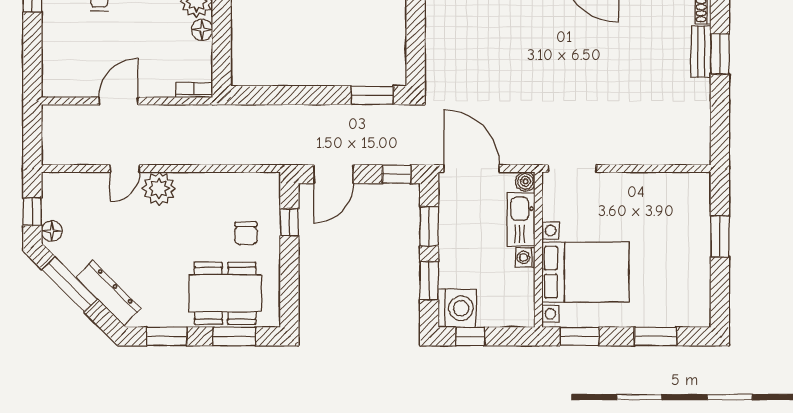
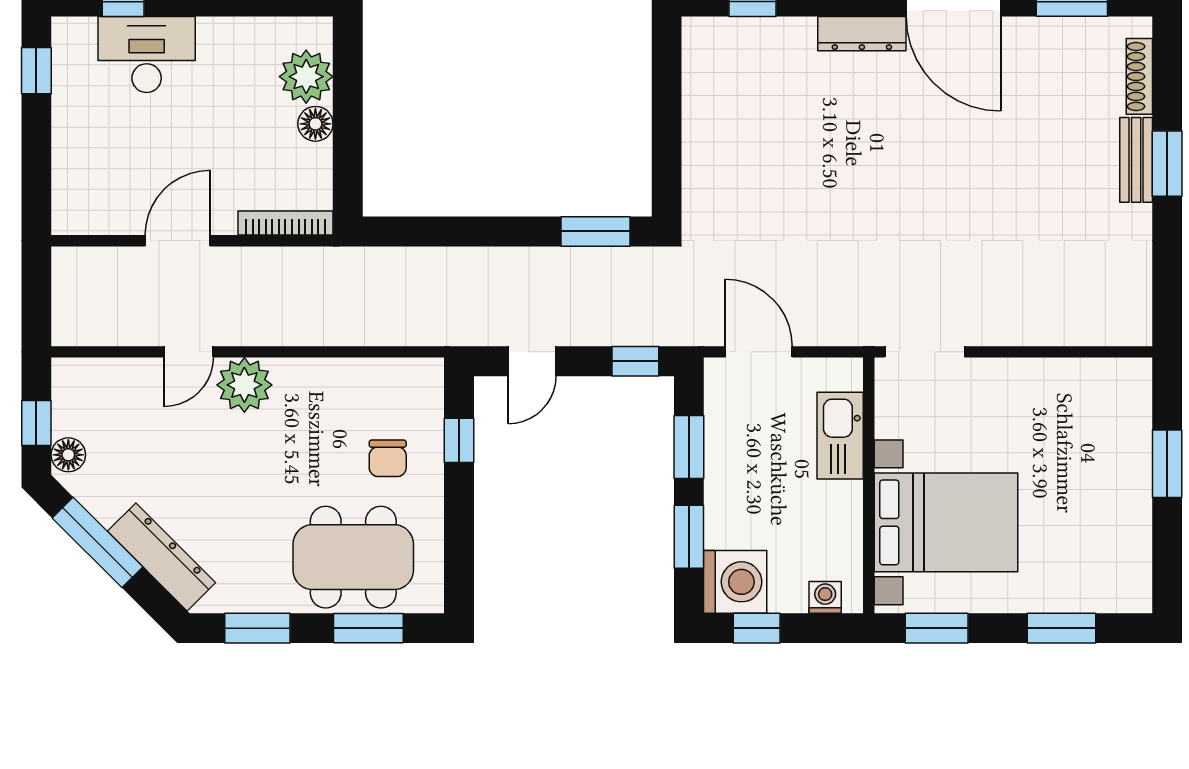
bookcase: (194, 90) -> (285, 223), width x1.56
door: (472, 169) -> (759, 352), width x0.73
door: (334, 174) -> (532, 361), width x0.73
boiler: (525, 181) -> (847, 373), removed
washing machine: (525, 257) -> (825, 597), moved, turned 90

